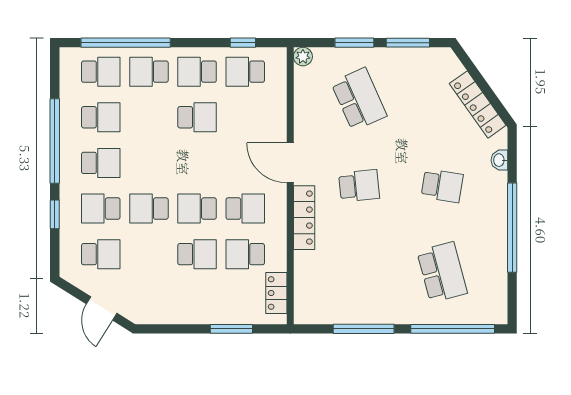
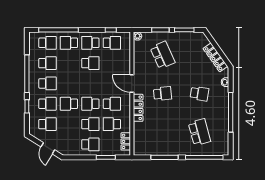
school desk: (245, 72) -> (112, 43), turned 180
school desk: (101, 209) -> (47, 104), turned 180
school desk: (197, 300) -> (90, 144), added

